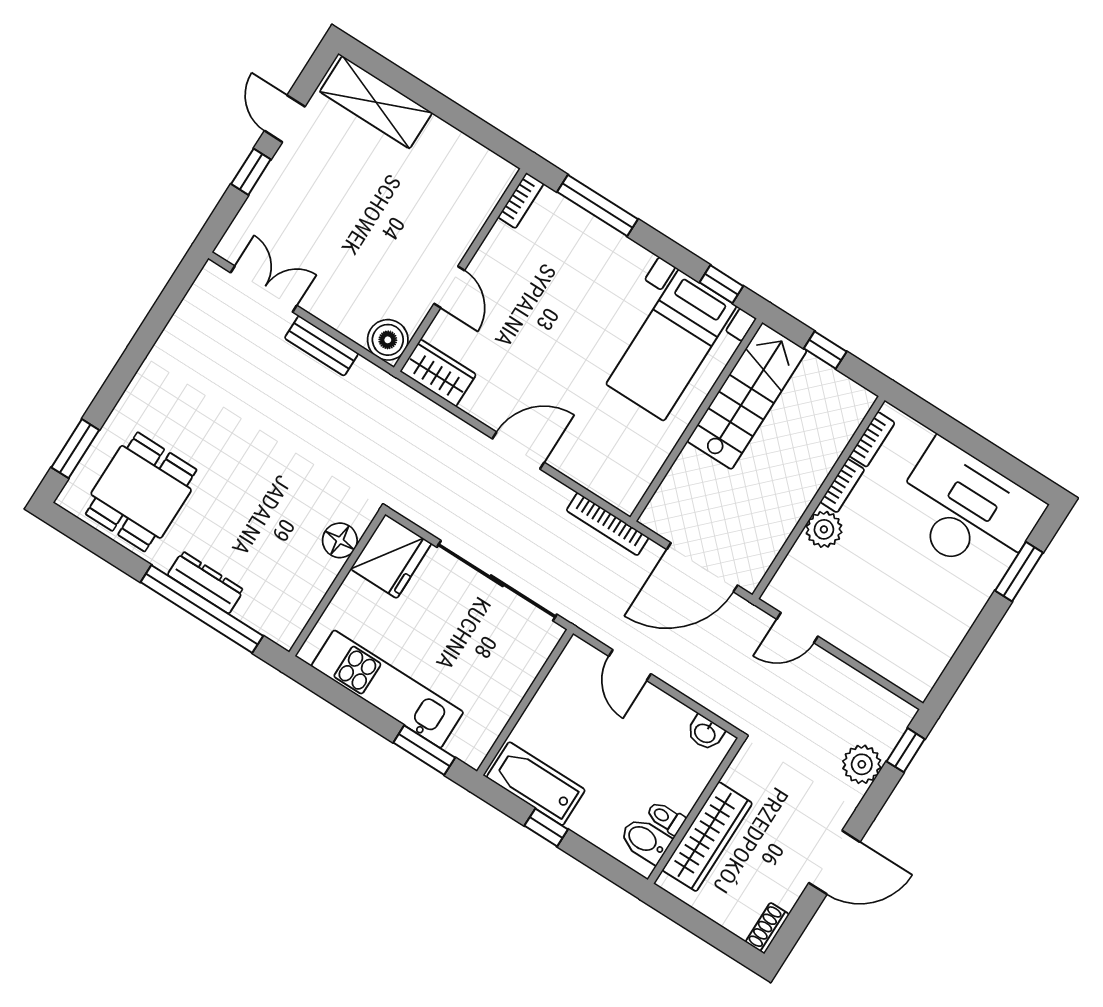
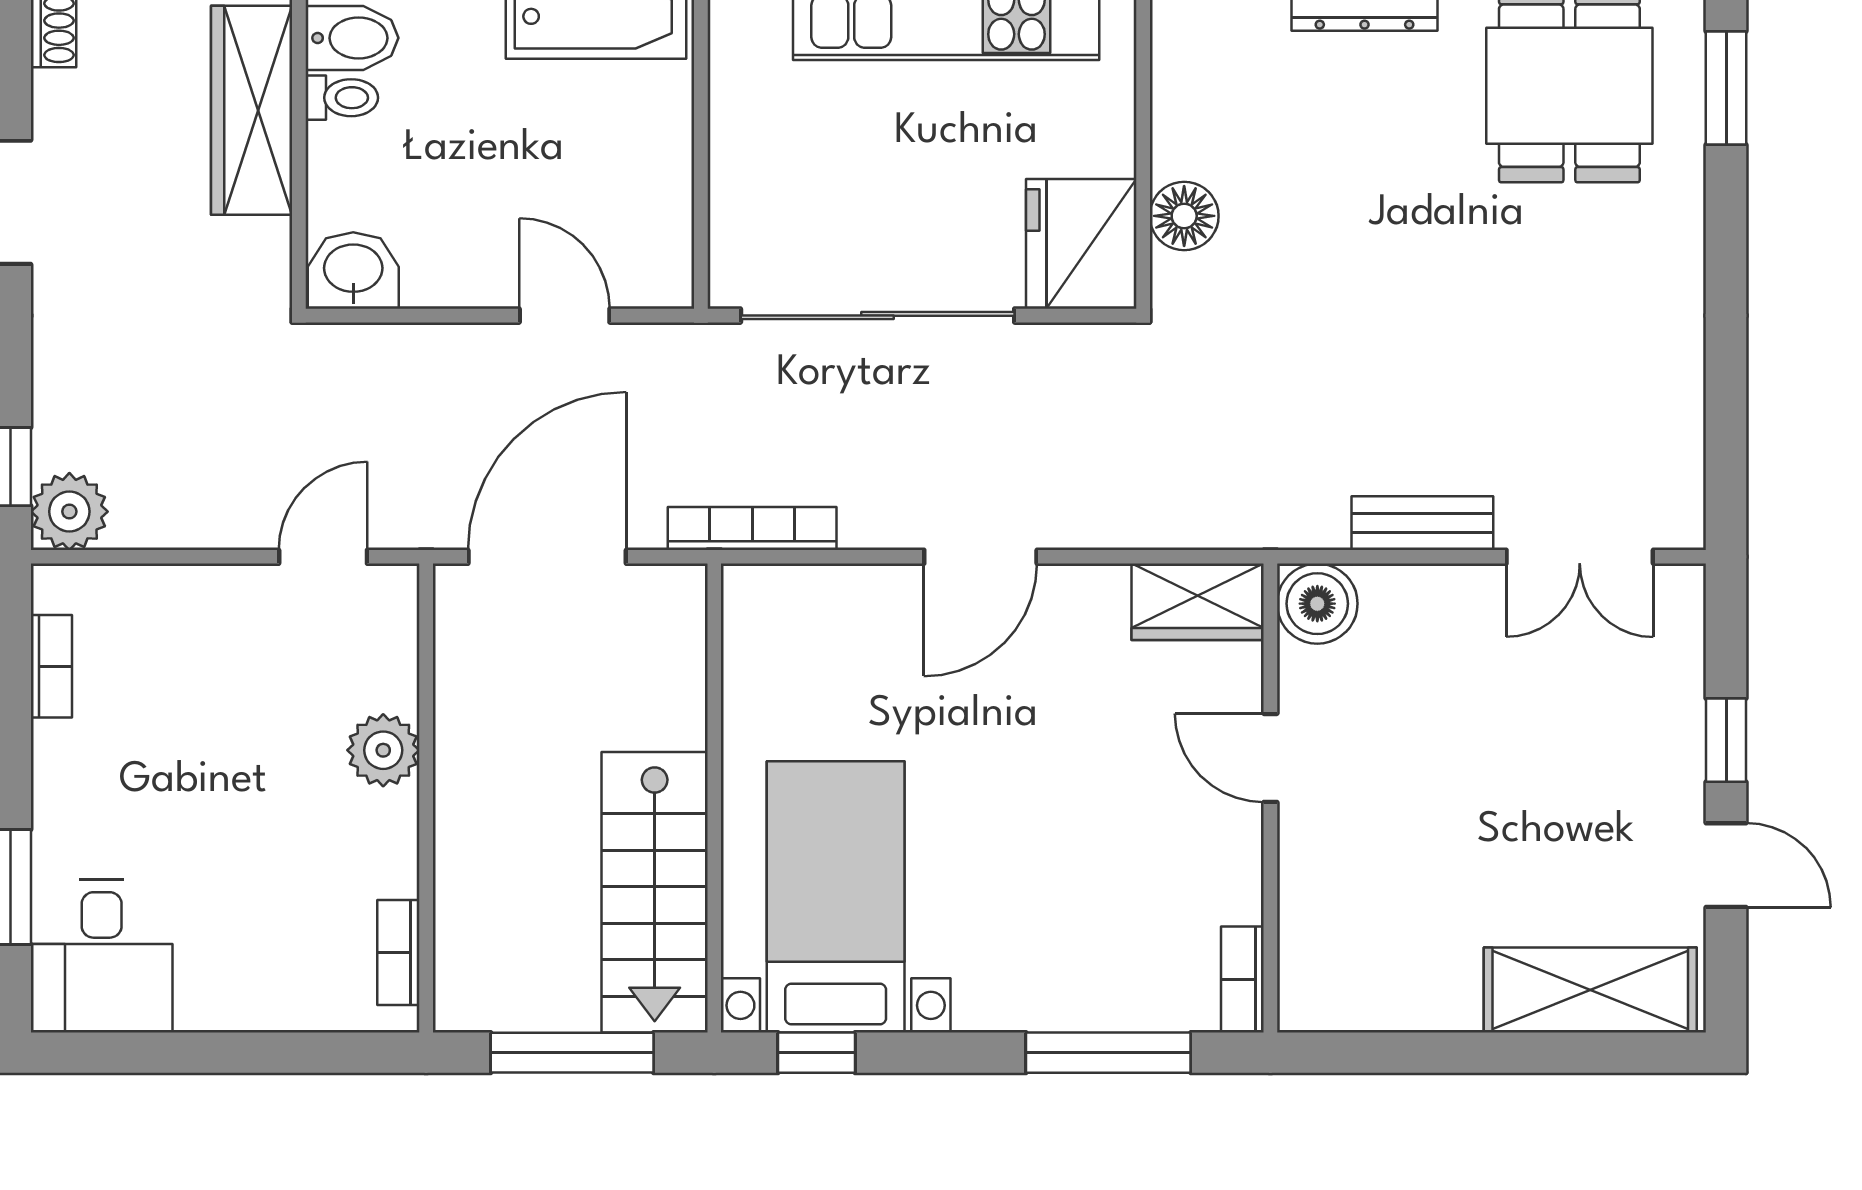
window: (825, 350) -> (572, 1053), width x2.17
bookcase: (842, 486) -> (51, 666), moved, turned 180
desk: (967, 511) -> (102, 956), width x0.53, depth x0.77
washbasin: (705, 733) -> (353, 270), width x1.38, depth x1.45
plant: (862, 764) -> (69, 512), moved

